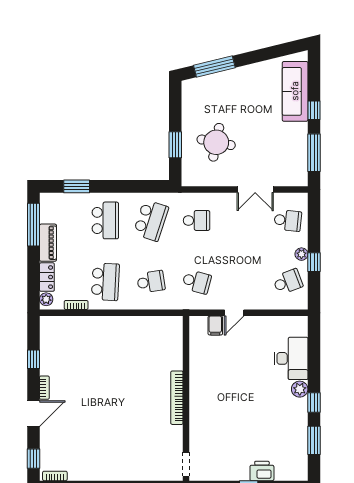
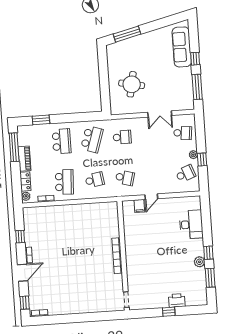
window: (175, 145) -> (105, 88), removed
plant: (300, 389) -> (199, 262), moved

